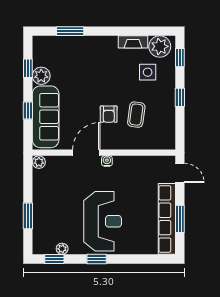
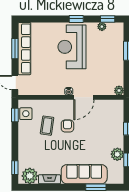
side table: (148, 72) -> (26, 114), moved
window: (180, 97) -> (15, 115), moved
sofa: (46, 117) -> (84, 174), moved, turned 90

